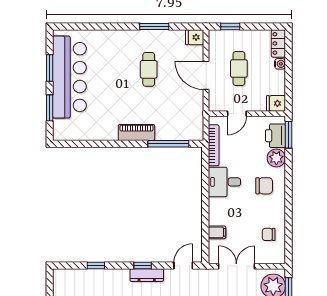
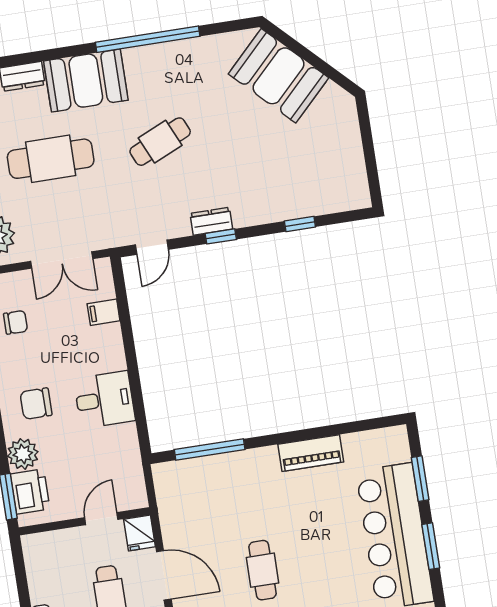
fridge: (276, 103) -> (139, 533), moved, turned 90
piano: (136, 132) -> (311, 453), moved
bookcase: (214, 145) -> (132, 459), removed
dresser: (147, 275) -> (211, 221), width x0.70

